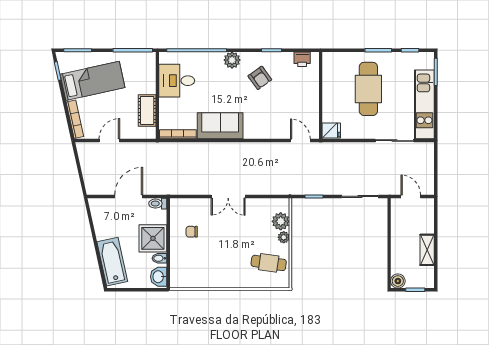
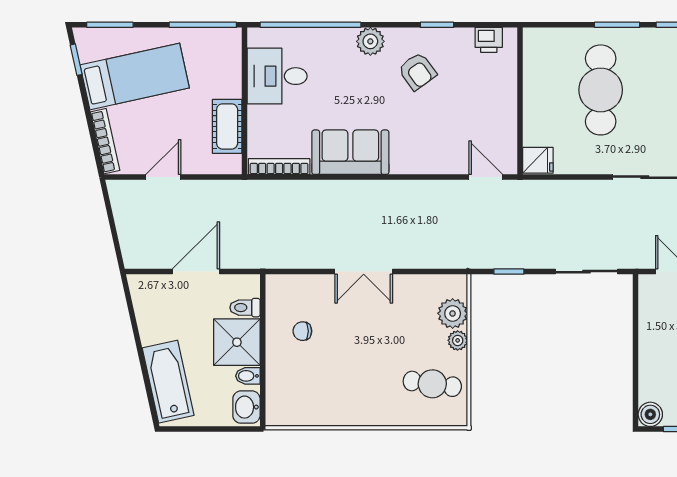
toilet: (158, 204) -> (245, 308), moved

